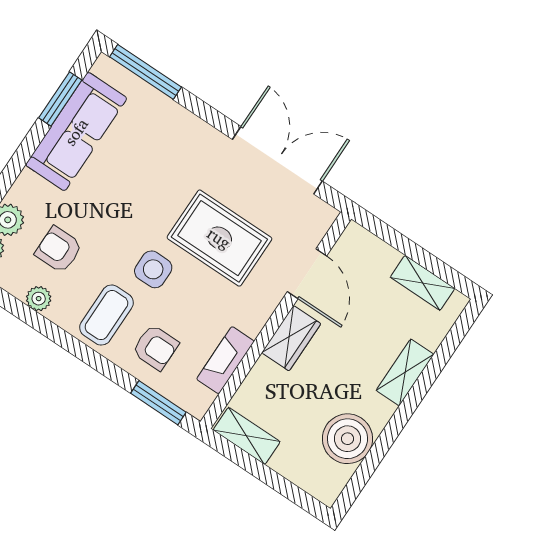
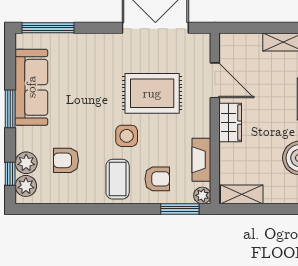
window: (60, 99) -> (10, 109), moved
plant: (39, 299) -> (202, 195), moved

